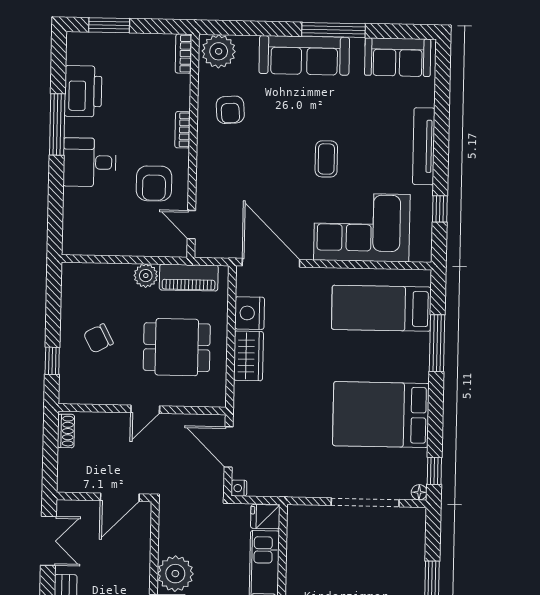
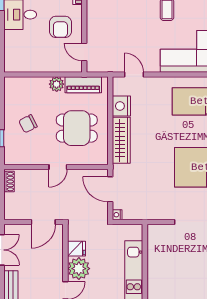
door: (271, 263) -> (134, 75), width x0.53
wardrobe: (248, 356) -> (121, 140), width x1.50
fridge: (265, 517) -> (76, 249), moved, turned 180

